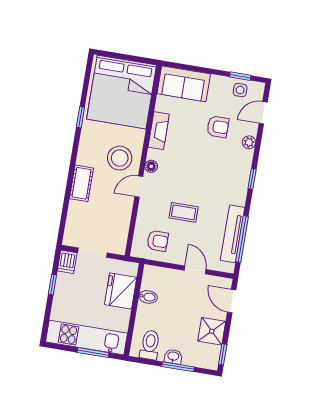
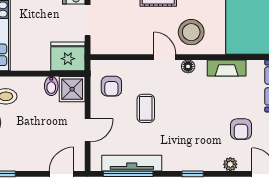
fridge: (121, 291) -> (68, 56), moved
shower: (212, 331) -> (72, 89), moved

